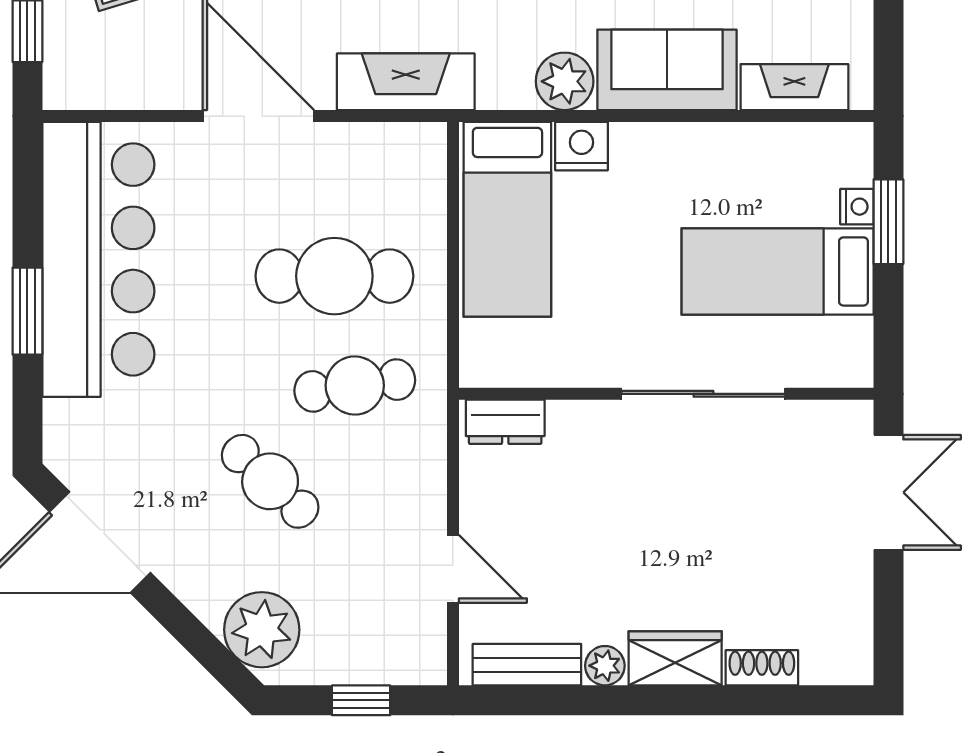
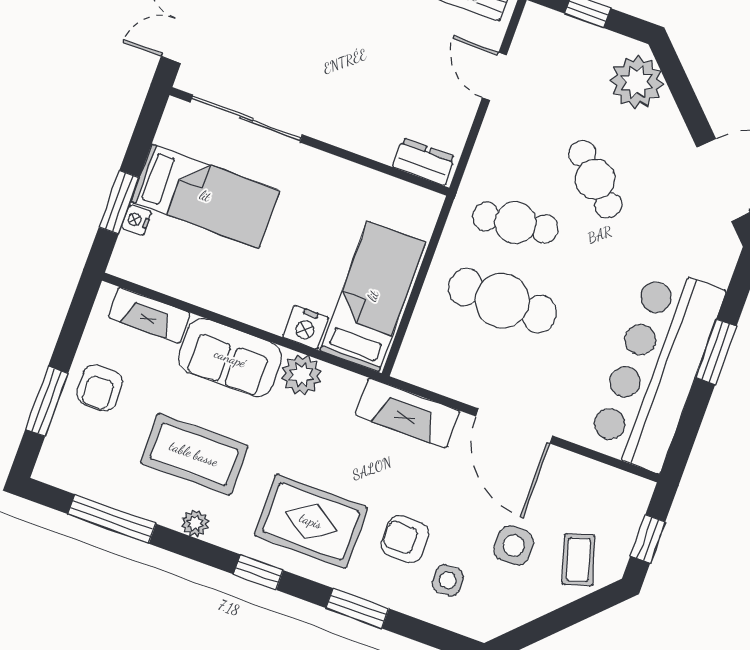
sliding door: (703, 394) -> (246, 119), moved

